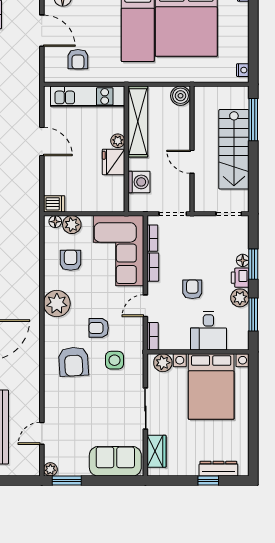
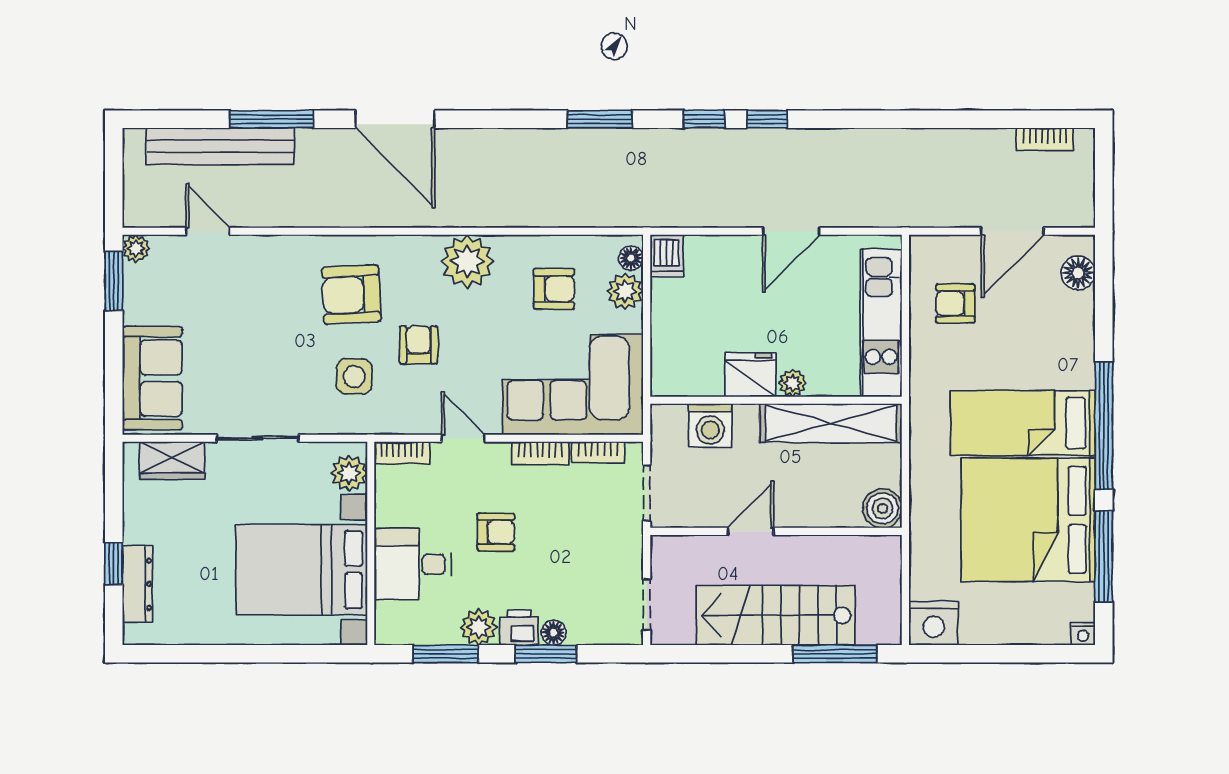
nightstand: (243, 70) -> (934, 623), width x1.89, depth x1.79

